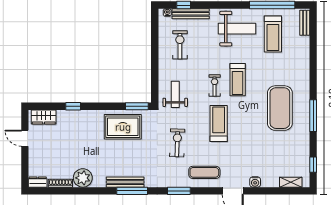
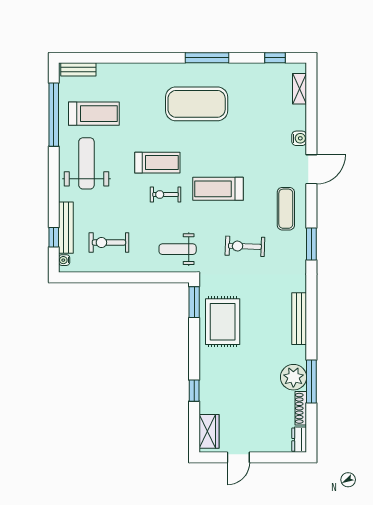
window: (132, 191) -> (311, 381), moved

